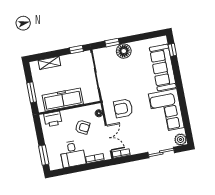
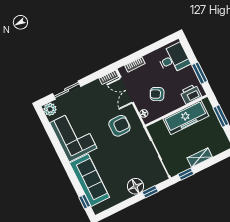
shelving: (49, 63) -> (200, 158), moved
desk: (73, 154) -> (174, 59), moved, turned 90
window: (44, 155) -> (200, 73), moved

